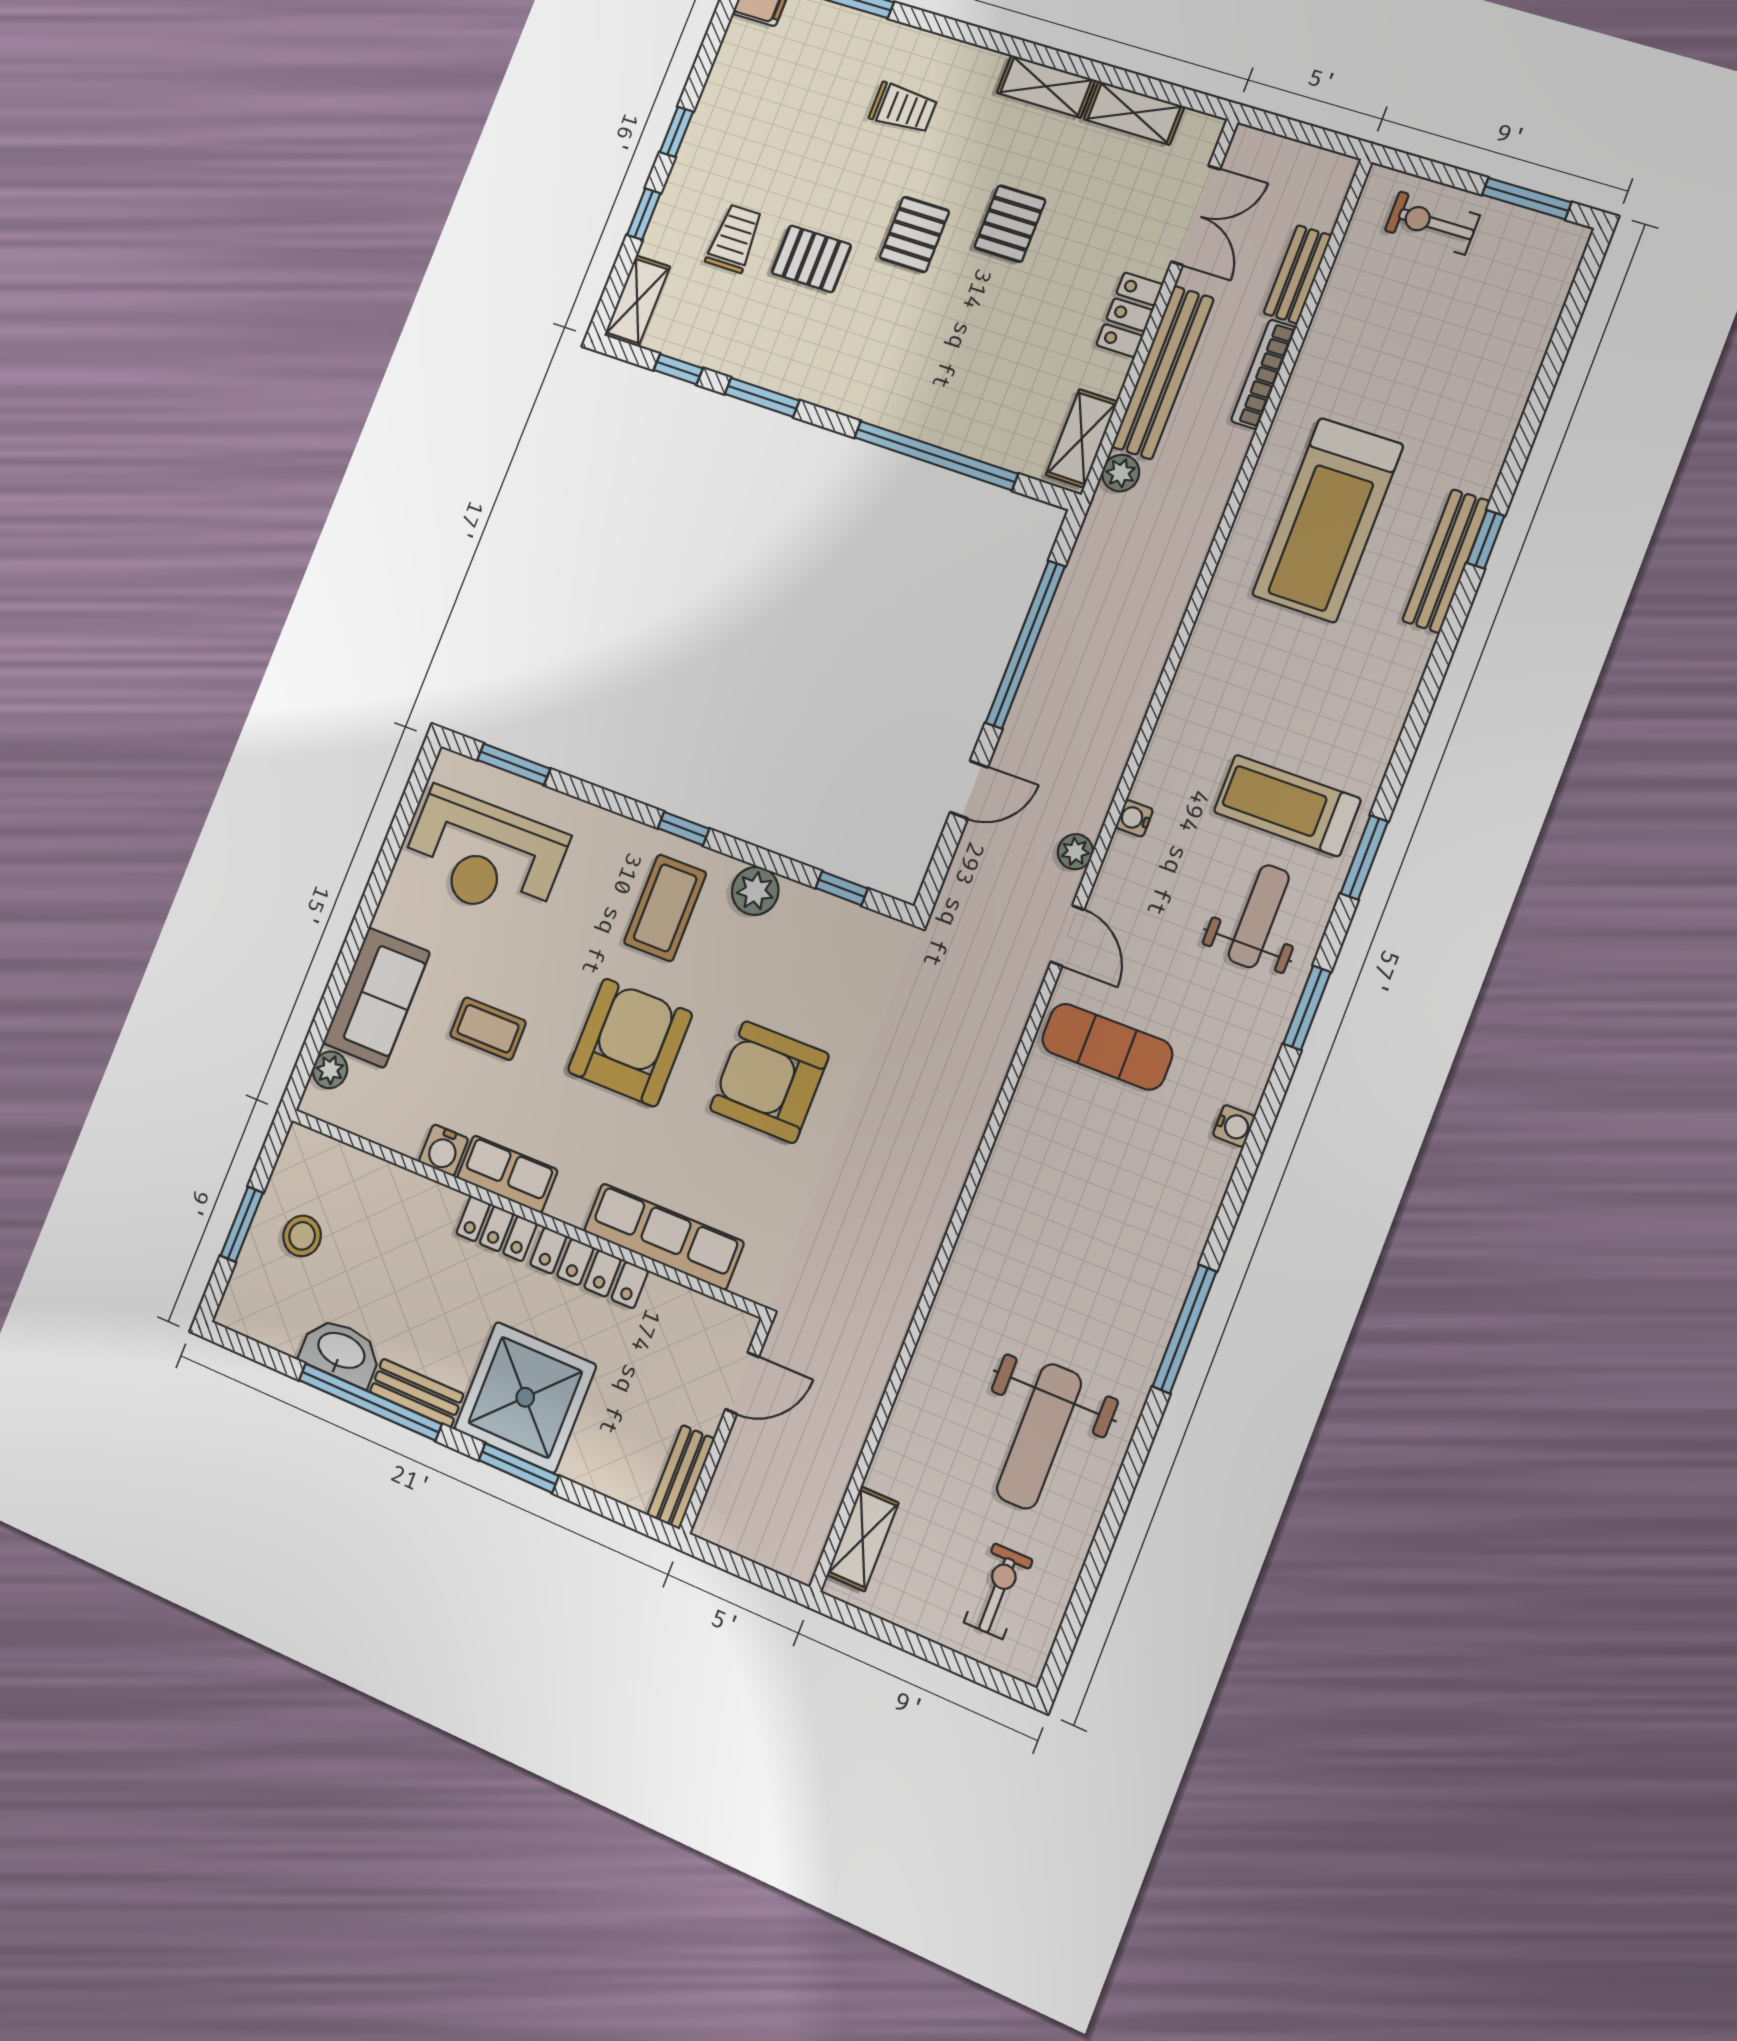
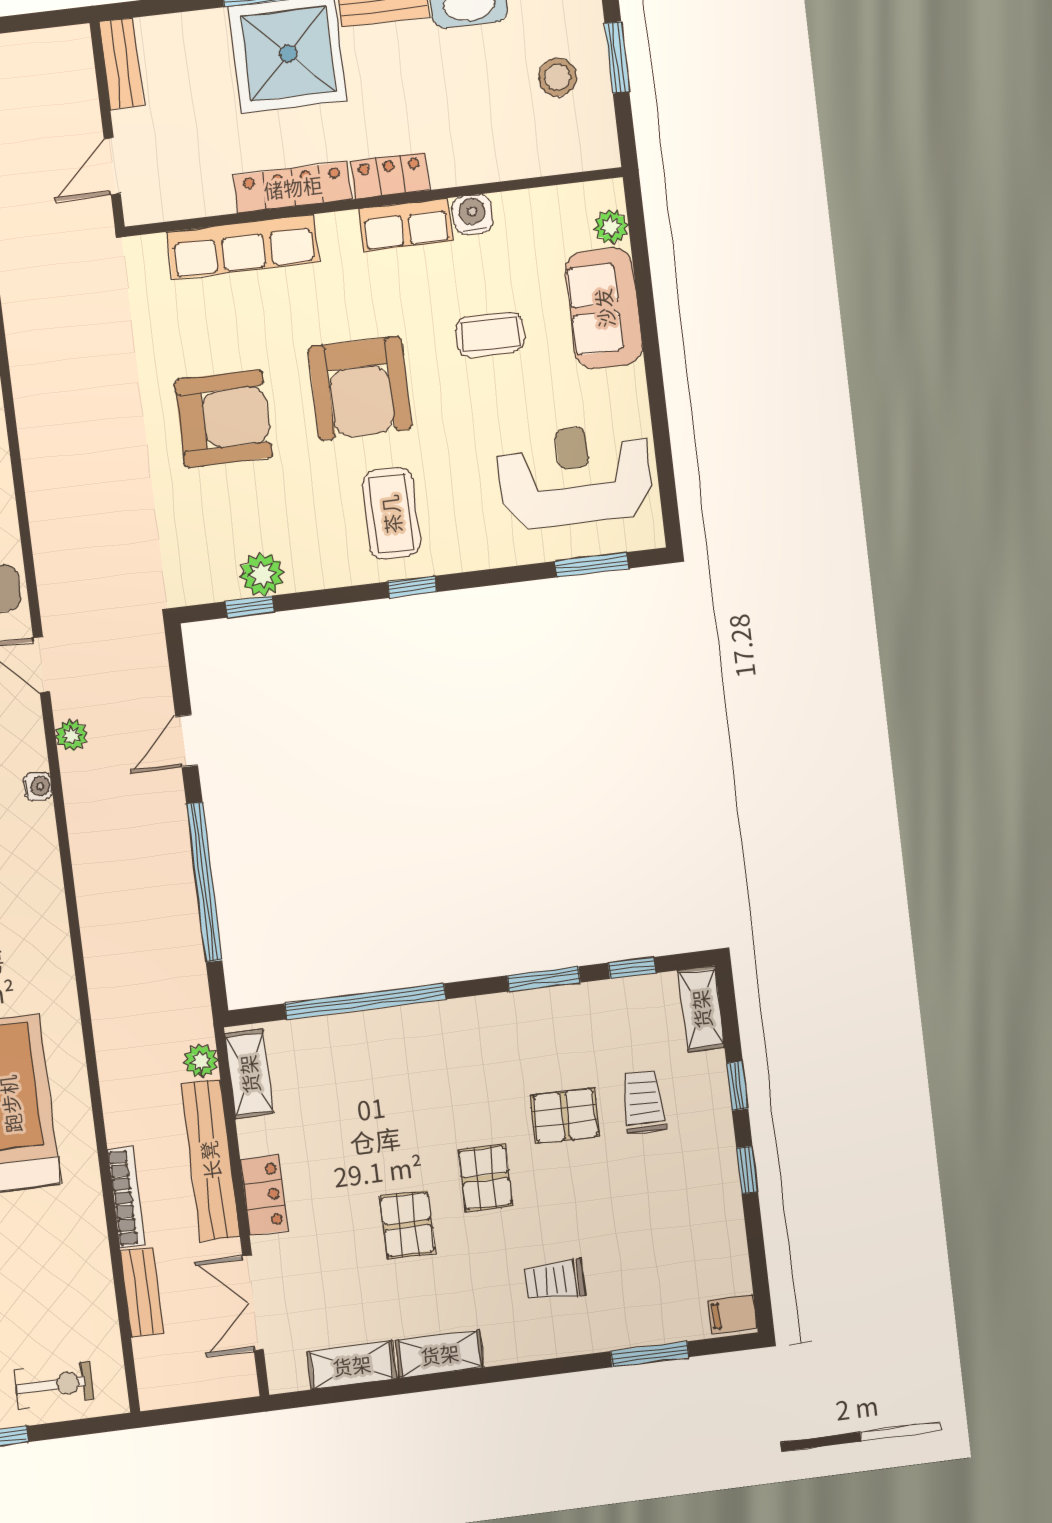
trolley: (734, 239) -> (643, 1102), turned 180
plant: (755, 891) -> (262, 574), moved

